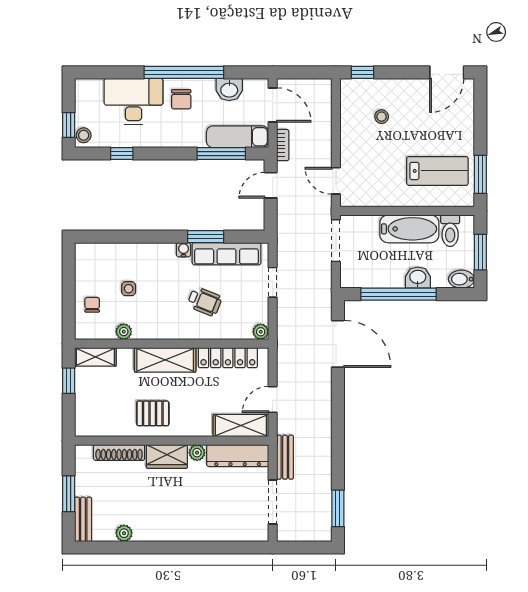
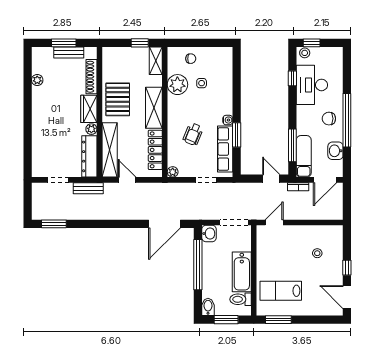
window: (362, 72) -> (347, 268), moved
desk: (133, 101) -> (312, 85), moved, turned 180
lab bench: (437, 171) -> (281, 291), turned 90
washbasin: (418, 278) -> (209, 234), moved
plant: (124, 332) -> (177, 85), width x1.88, depth x1.88
pallet: (153, 413) -> (118, 99), width x1.50, depth x1.42
shelving: (241, 426) -> (110, 150), width x1.47
doorway: (273, 502) -> (58, 180), width x0.73
bench: (83, 519) -> (69, 53), moved

